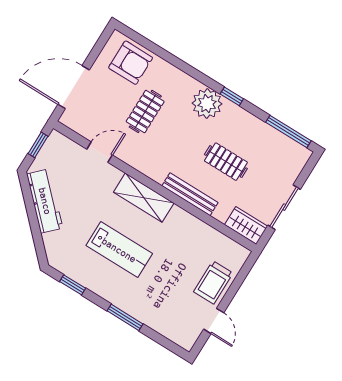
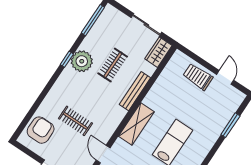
plant: (207, 104) -> (82, 61), moved
trolley: (213, 282) -> (198, 77), turned 180
window: (125, 317) -> (230, 125), moved
door: (214, 321) -> (225, 77), hinge flipped

